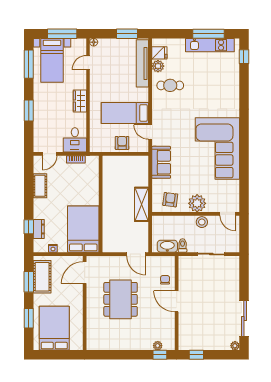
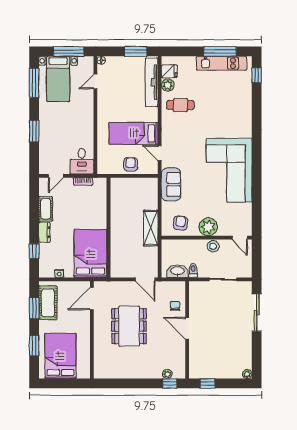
wardrobe: (80, 101) -> (87, 121), removed
dresser: (39, 229) -> (45, 232), moved
sliding door: (244, 318) -> (257, 313), moved

